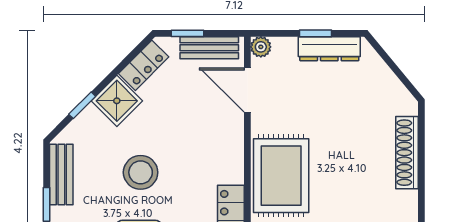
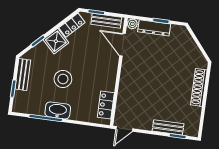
dresser: (329, 49) -> (154, 28), moved
rug: (281, 176) -> (134, 90), removed

